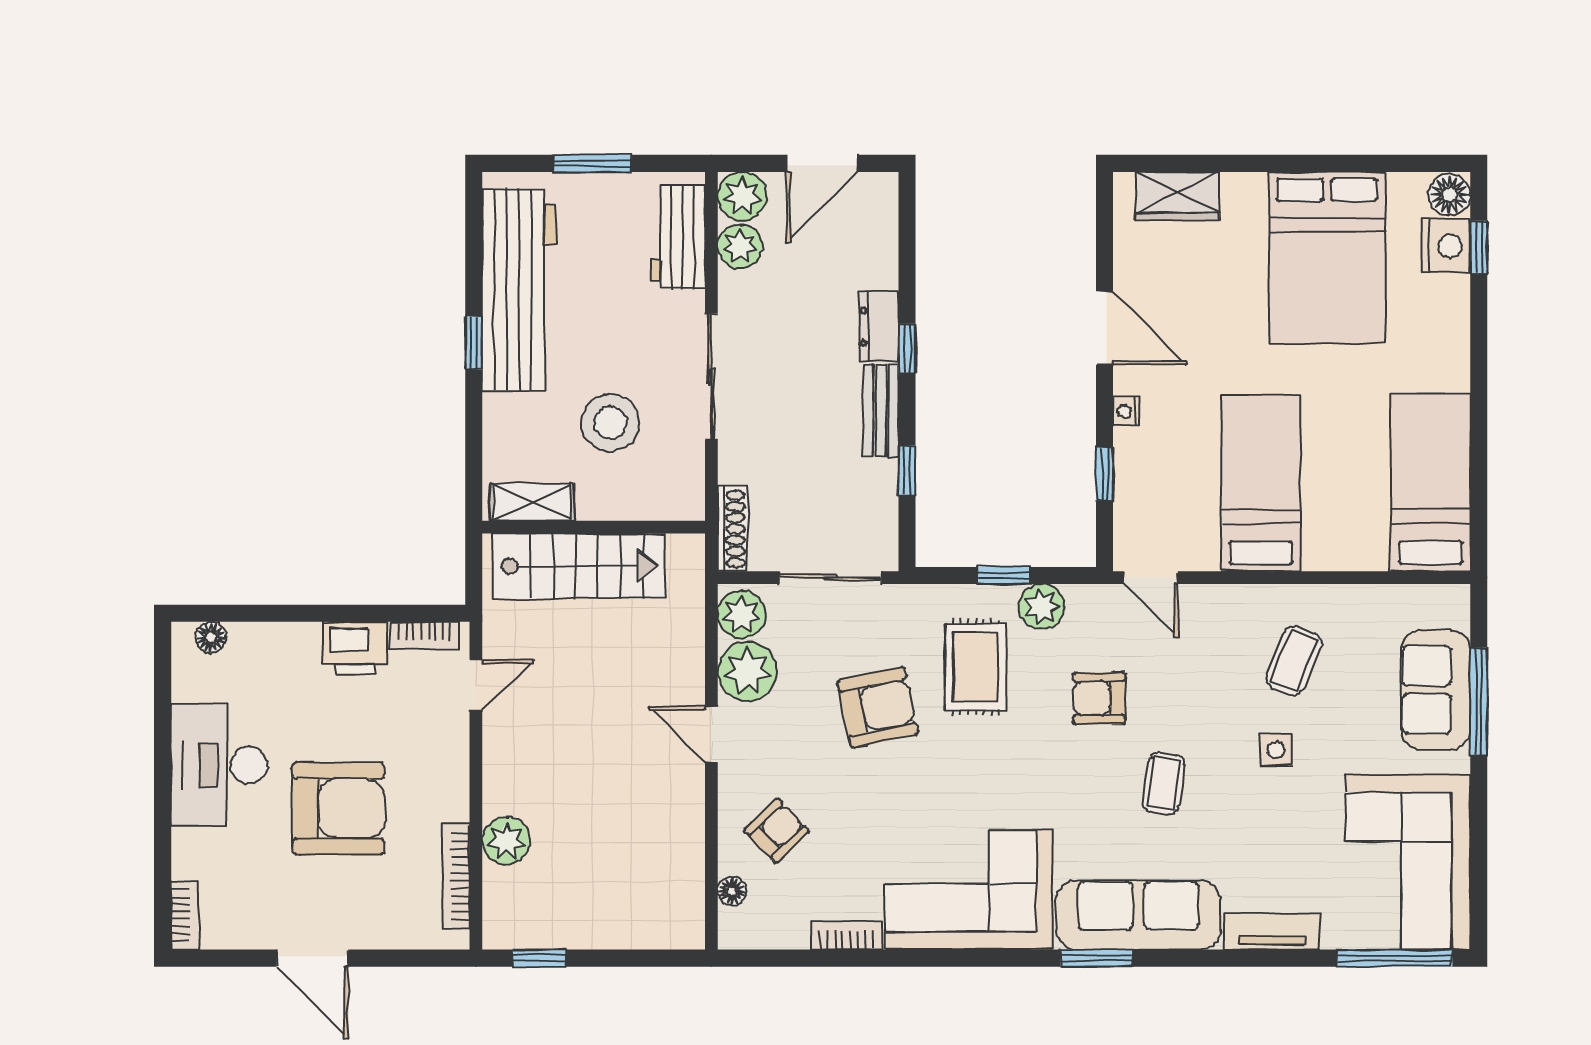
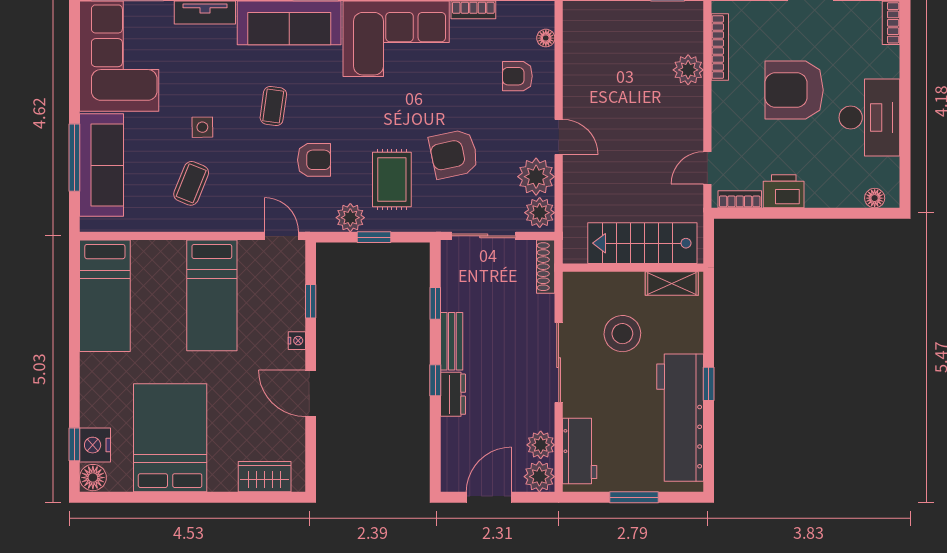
sofa: (1436, 690) -> (102, 165), width x1.36
armchair: (777, 831) -> (517, 76), turned 44

